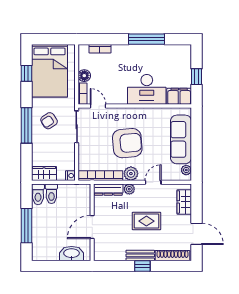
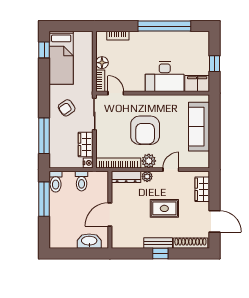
window: (147, 39) -> (164, 26), width x1.46
bed: (50, 71) -> (61, 58), width x0.67
window: (26, 73) -> (44, 50), moved
window: (26, 125) -> (44, 136), moved
armchair: (127, 143) -> (145, 130), turned 95
plant: (186, 170) -> (204, 157), removed
wardrobe: (44, 174) -> (86, 144), moved, turned -90
toilet: (51, 194) -> (82, 181), moved
window: (26, 226) -> (44, 199), moved

